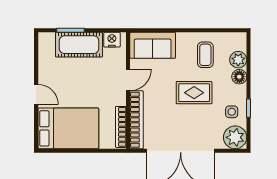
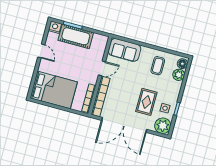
nightstand: (112, 40) -> (55, 27), moved
floor lamp: (239, 77) -> (182, 64), moved
rug: (194, 93) -> (146, 102), moved, turned 90
door: (36, 94) -> (41, 51), moved

